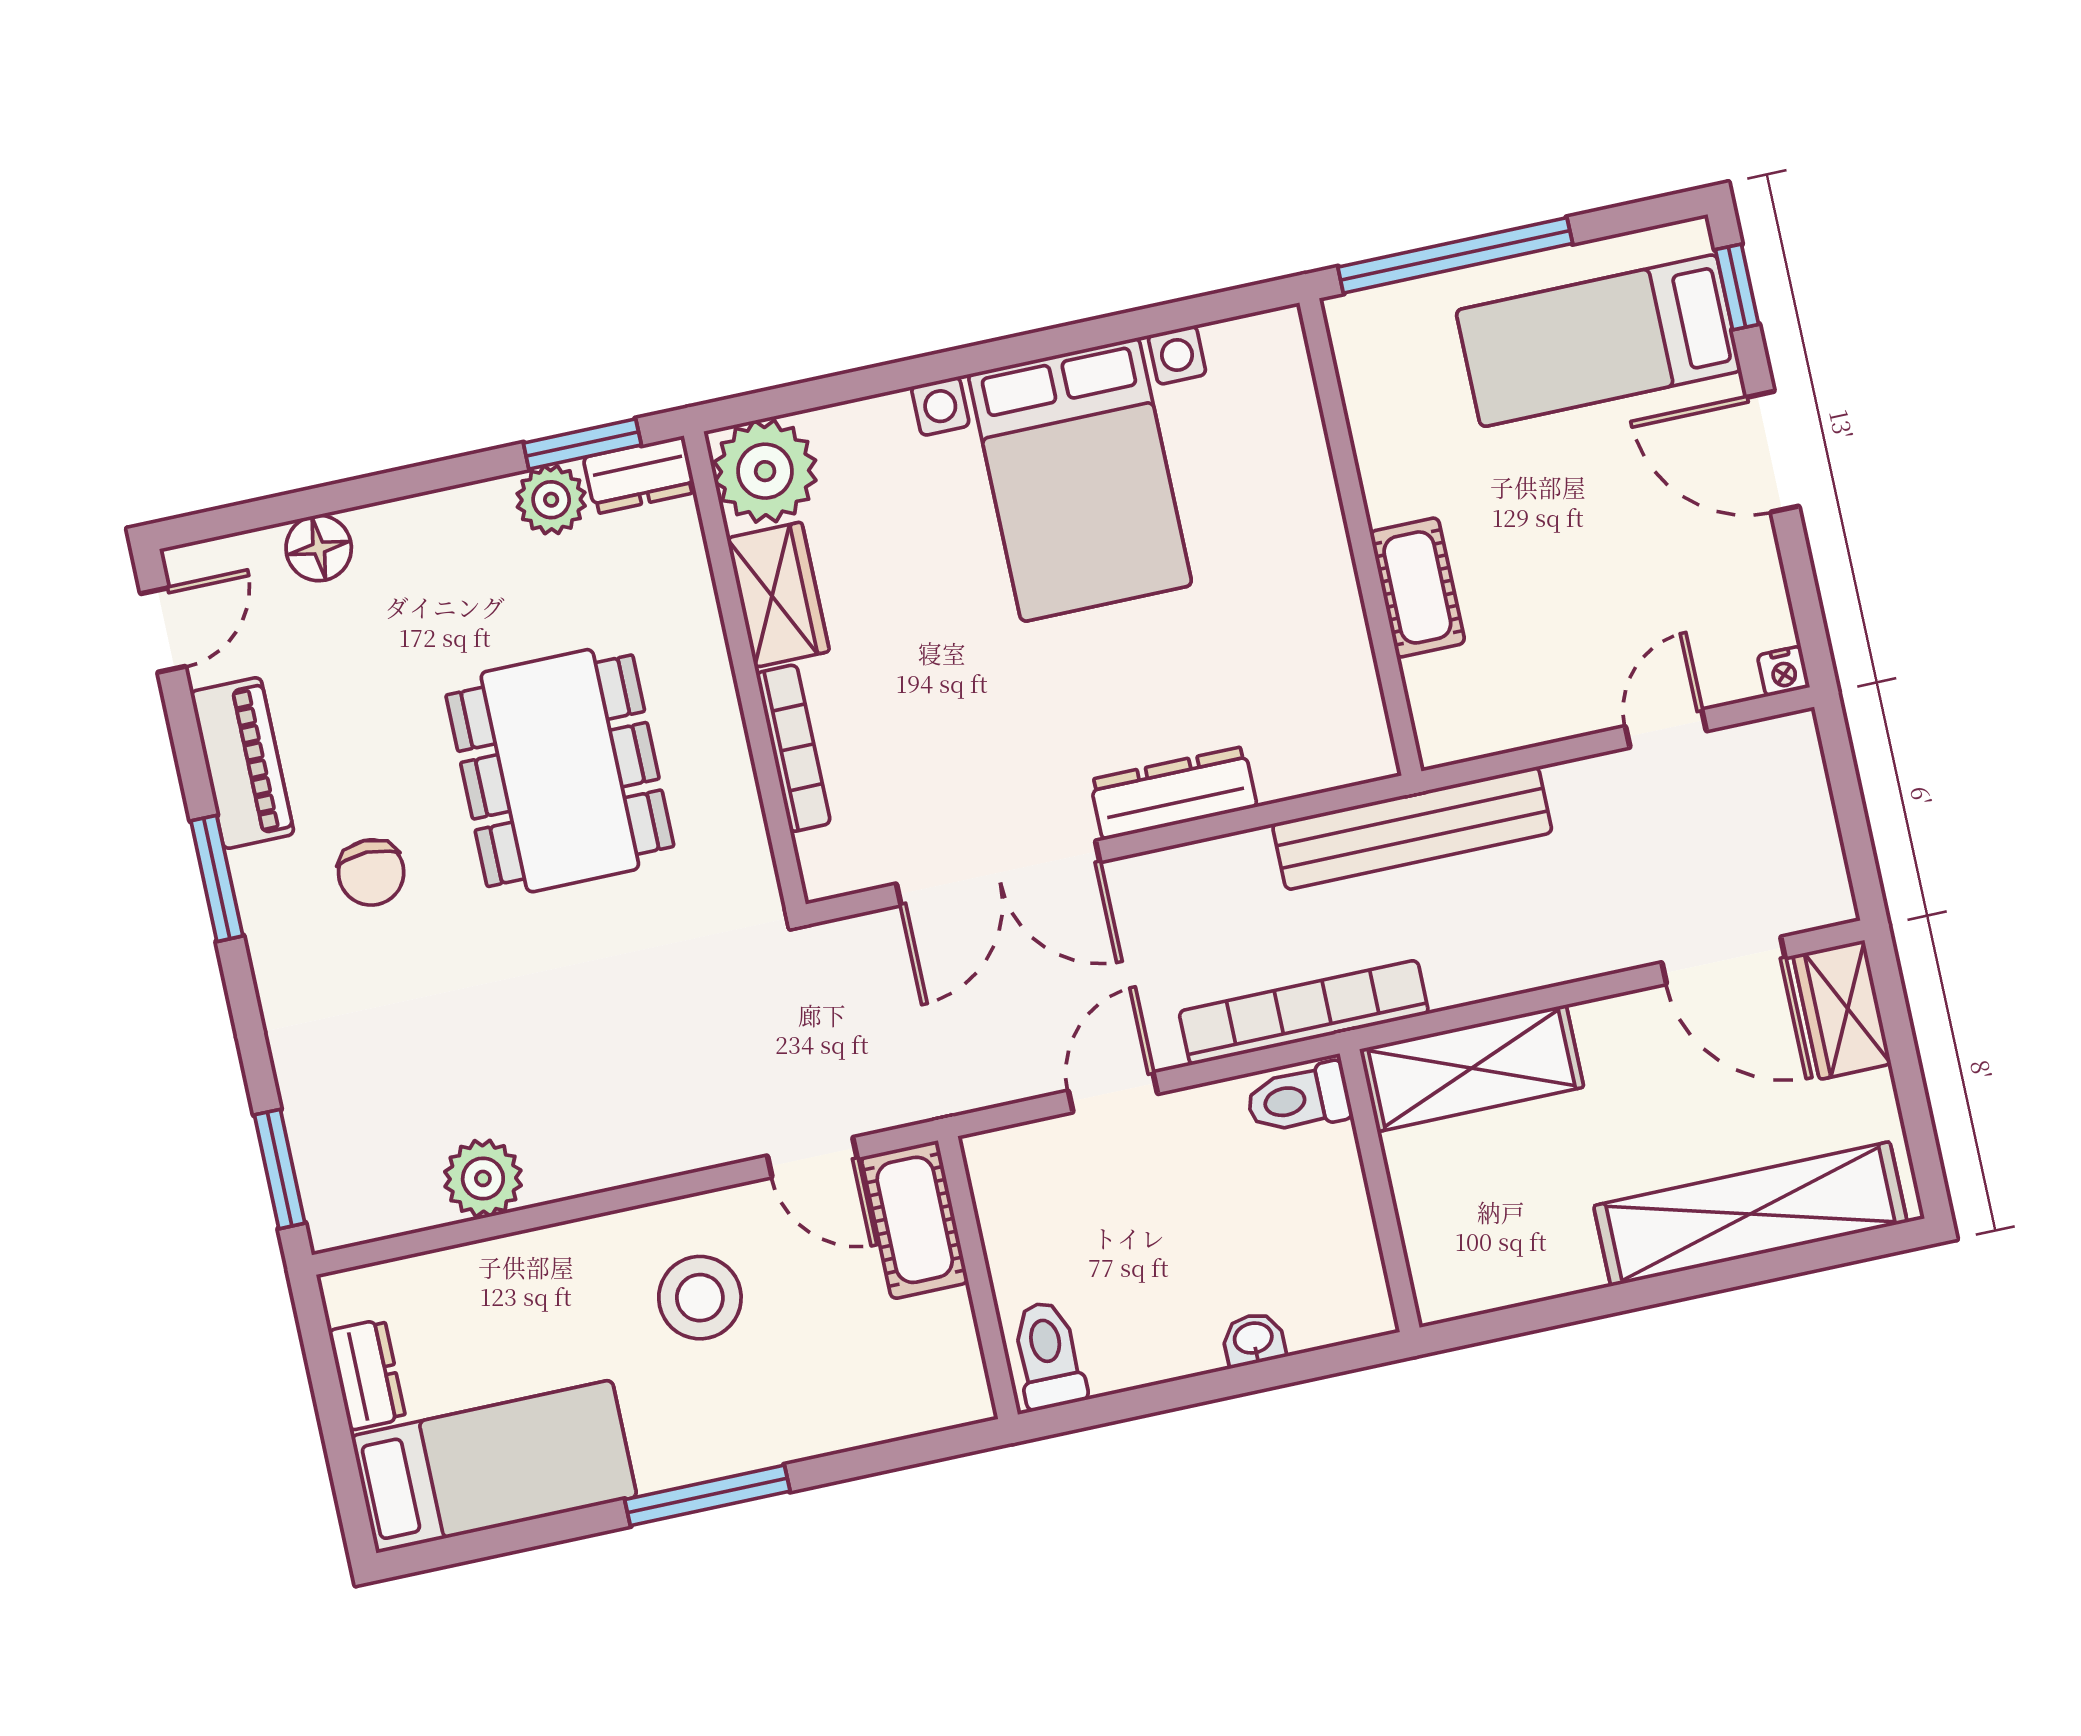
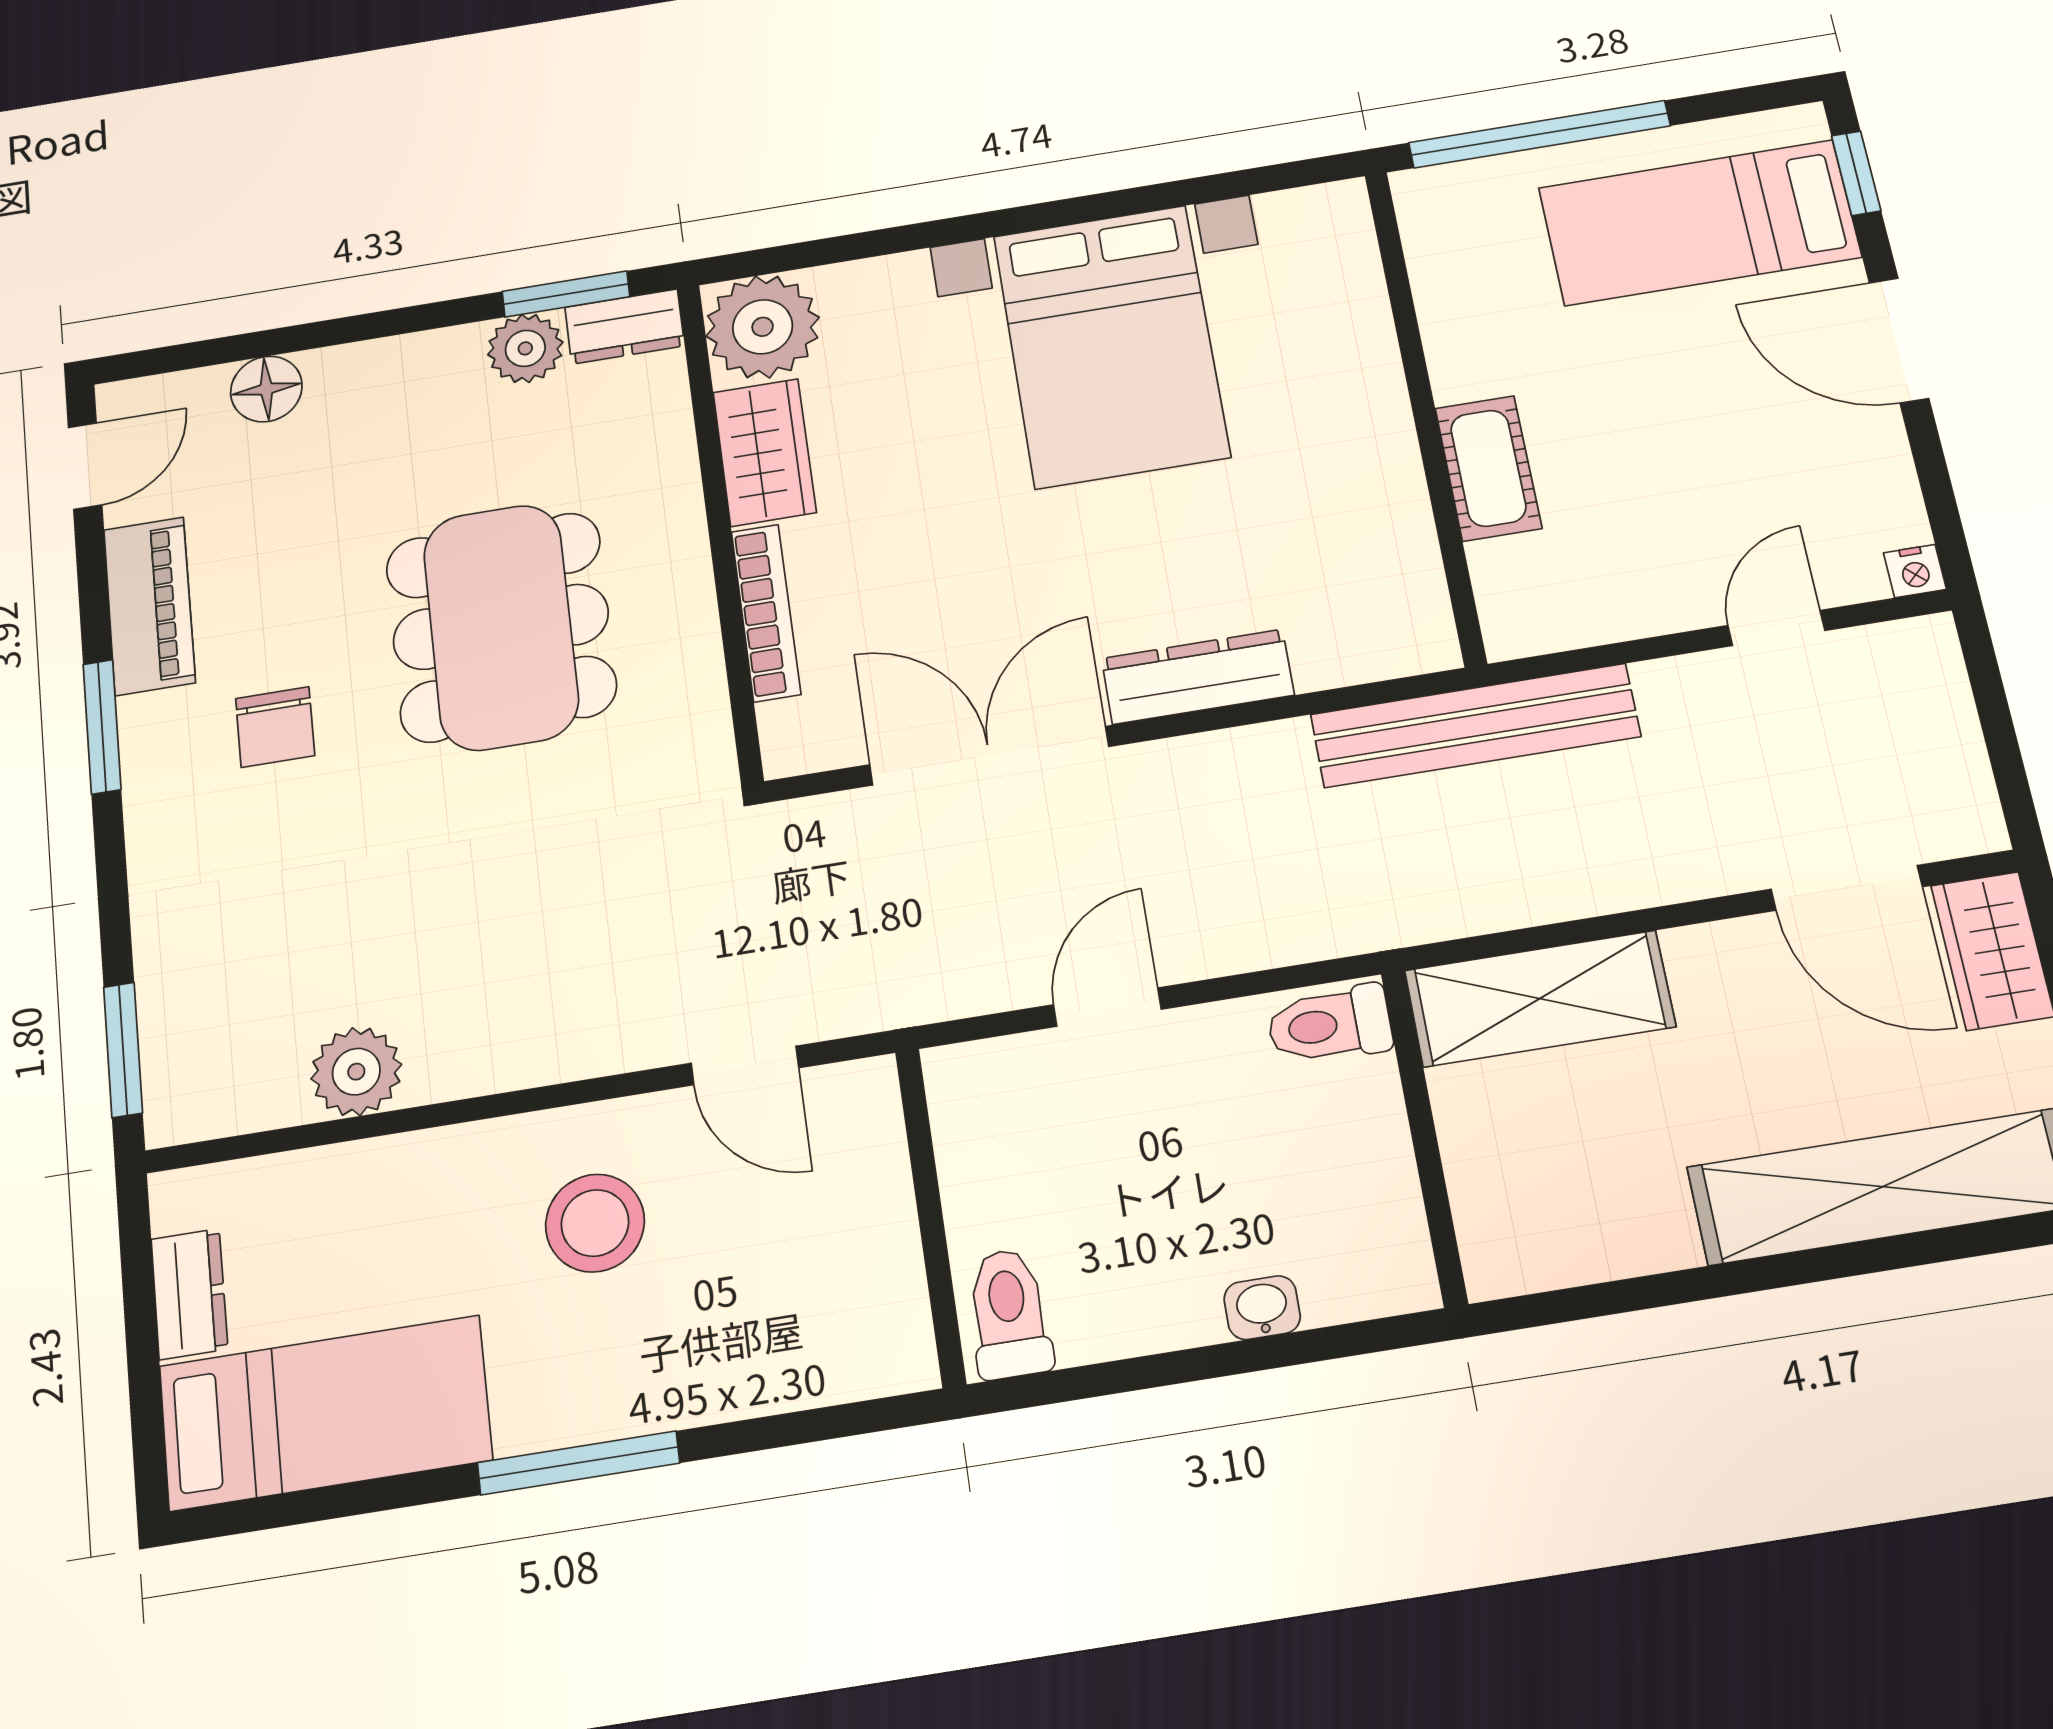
double door: (998, 873) -> (989, 756), swing flipped
bookcase: (1304, 1012) -> (1340, 926), removed
cot: (915, 1220) -> (860, 1144), removed

